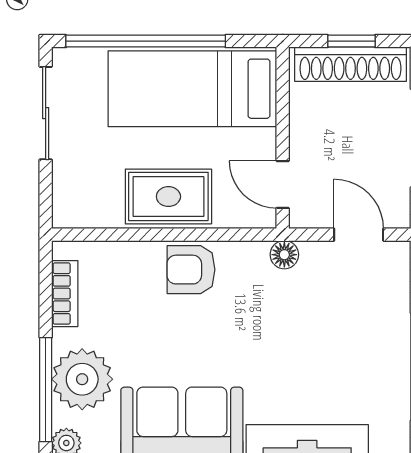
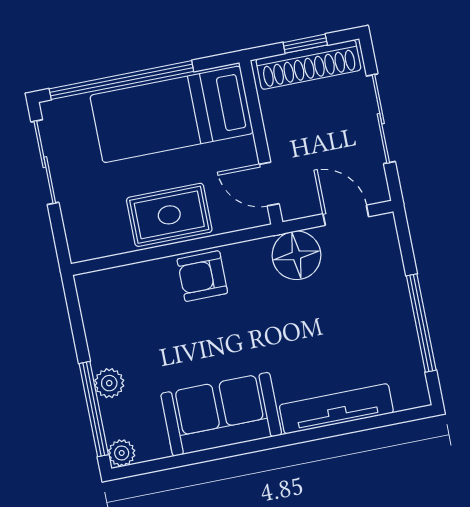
floor lamp: (284, 255) -> (296, 255), width x1.89, depth x1.89
bookcase: (65, 294) -> (94, 320), removed
plant: (82, 379) -> (109, 383), width x0.53, depth x0.53

